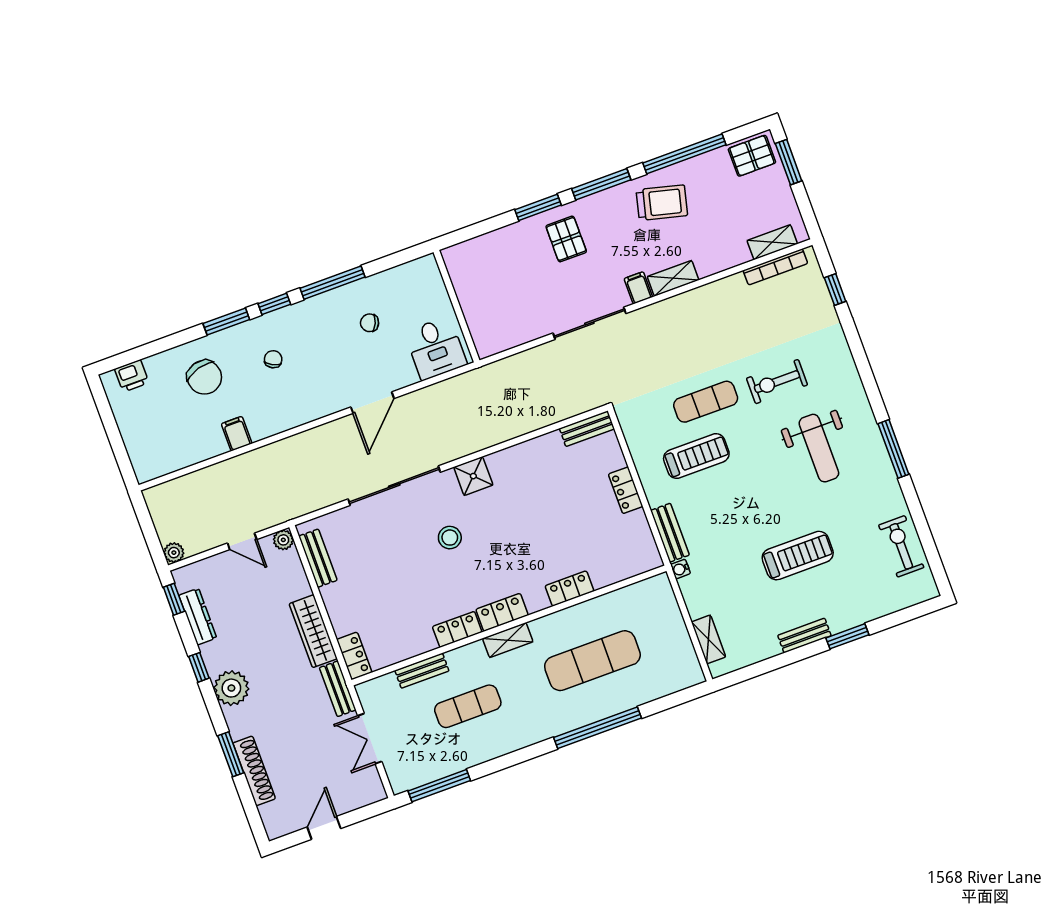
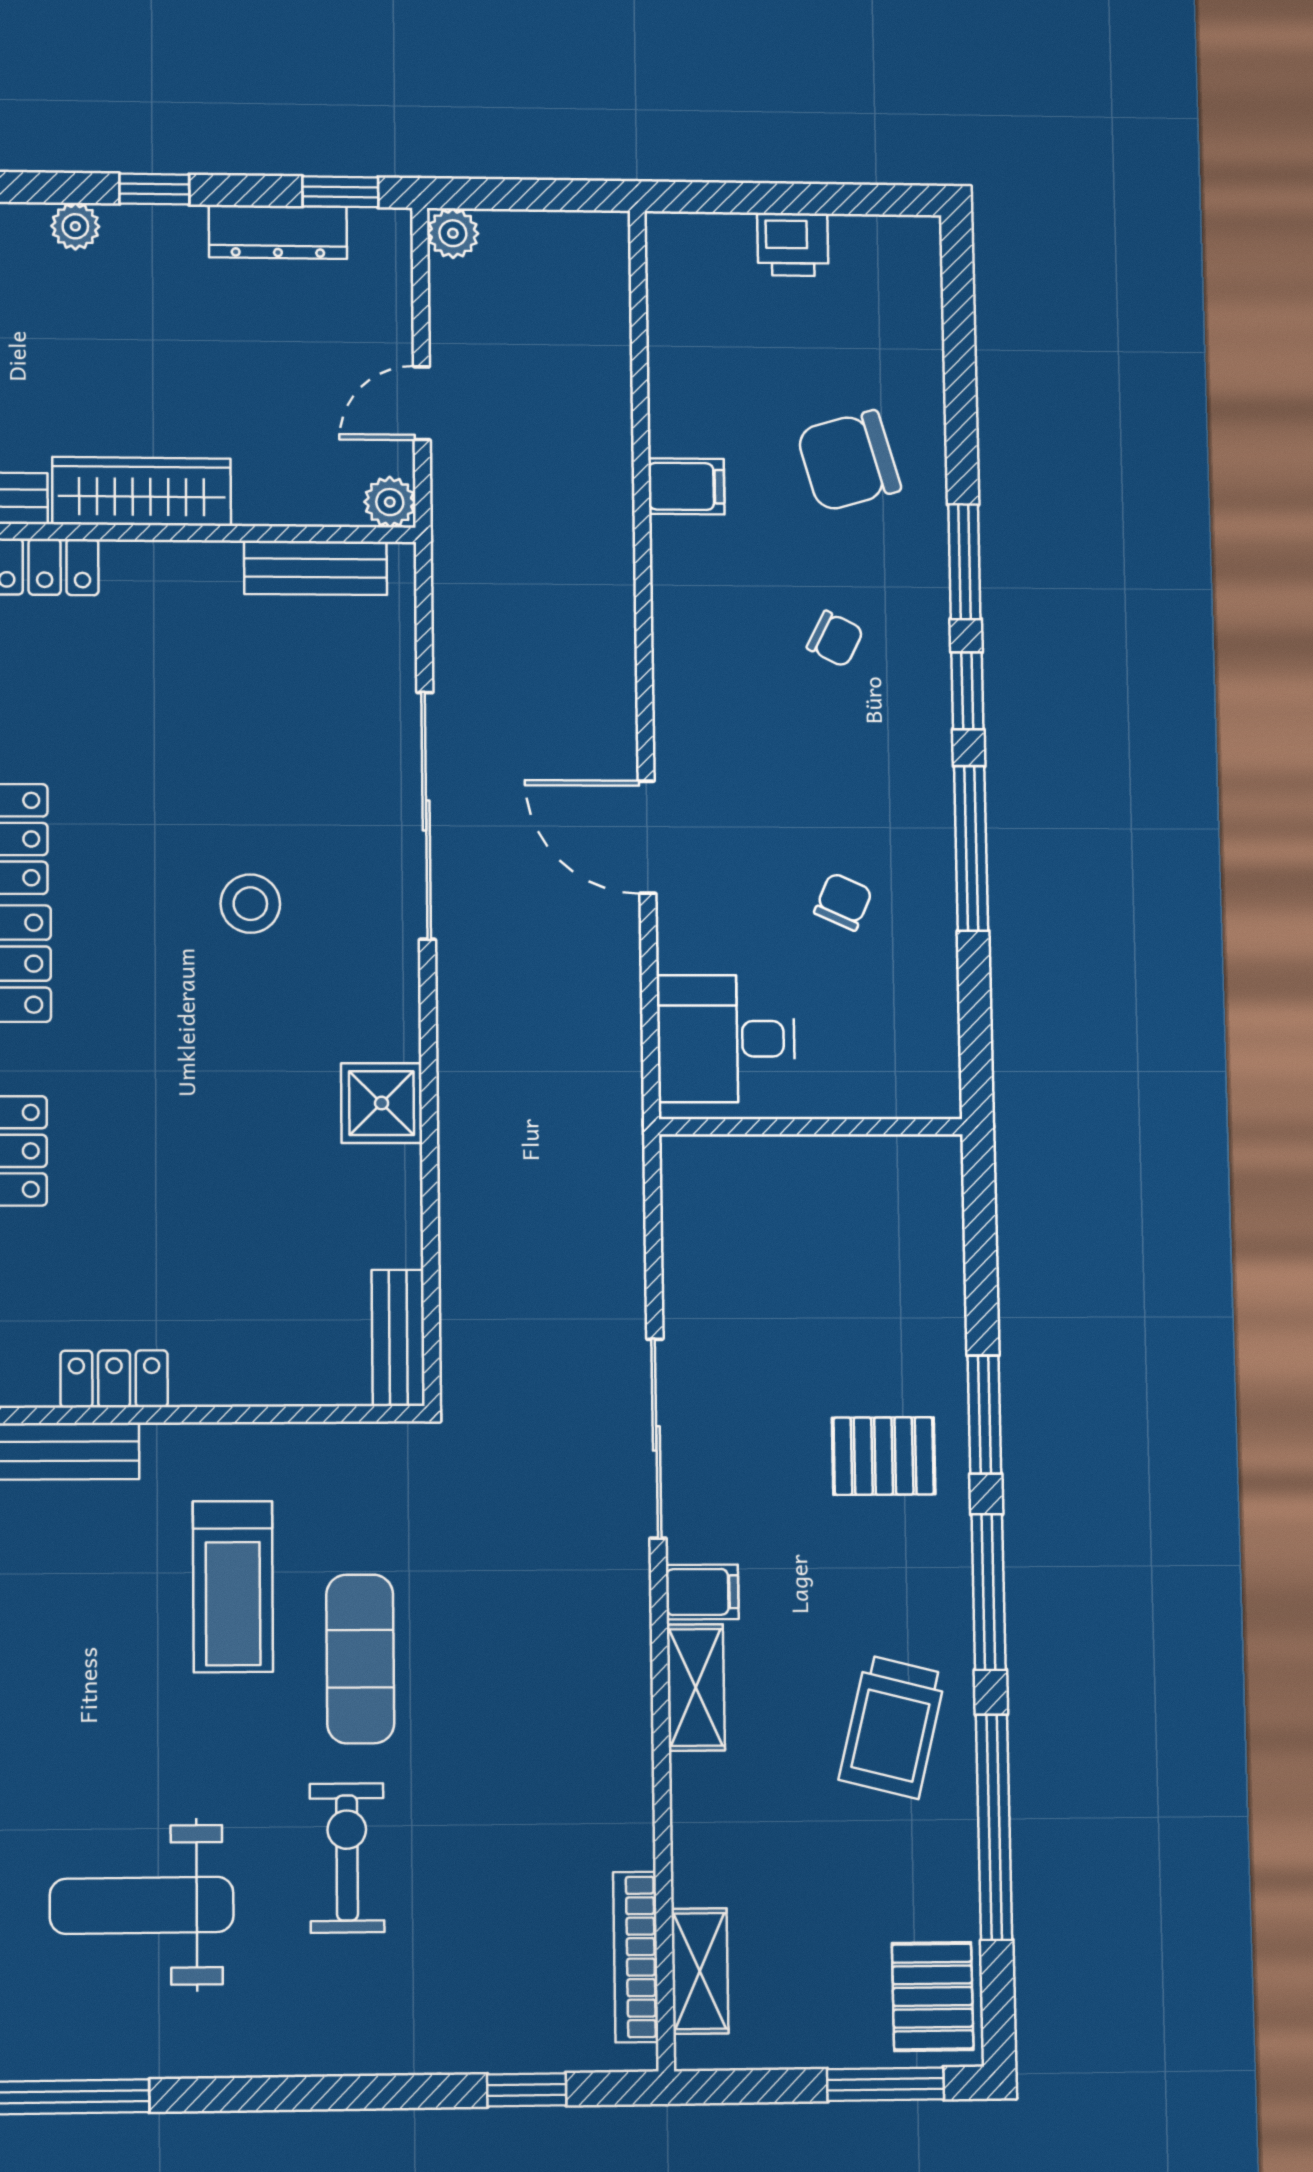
printer: (132, 376) -> (793, 244), moved, turned -90
shower: (473, 476) -> (382, 1103), moved
locker: (626, 490) -> (114, 1379), moved
plant: (231, 688) -> (75, 226), width x0.53, depth x0.53

